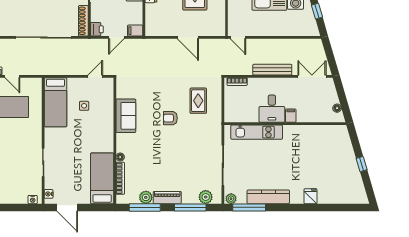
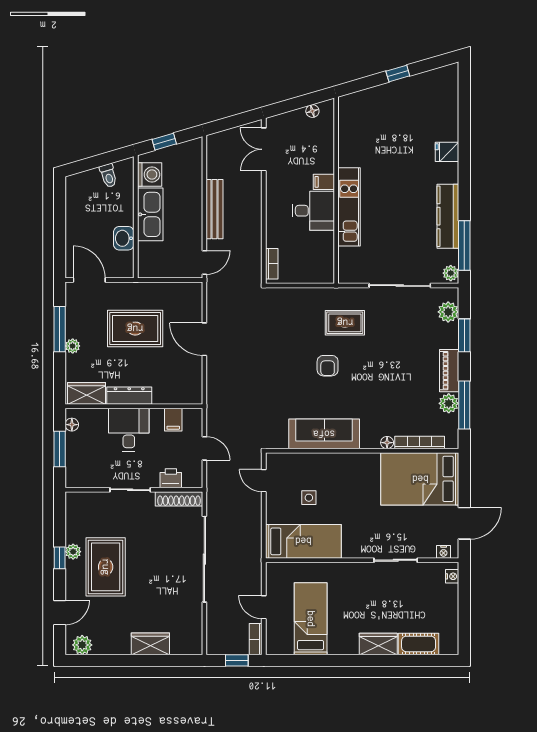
printer: (97, 29) -> (171, 478), moved
filing cabinet: (135, 31) -> (173, 420), moved
door: (188, 37) -> (204, 339), swing flipped
bench: (272, 70) -> (215, 209), moved
door: (12, 76) -> (264, 607), swing flipped
rug: (198, 101) -> (345, 323), moved
sofa: (126, 116) -> (324, 434), width x1.36
kitchen unit: (257, 132) -> (349, 207), moved
bed: (102, 178) -> (420, 479), width x1.50
window: (190, 207) -> (464, 335), width x0.69

